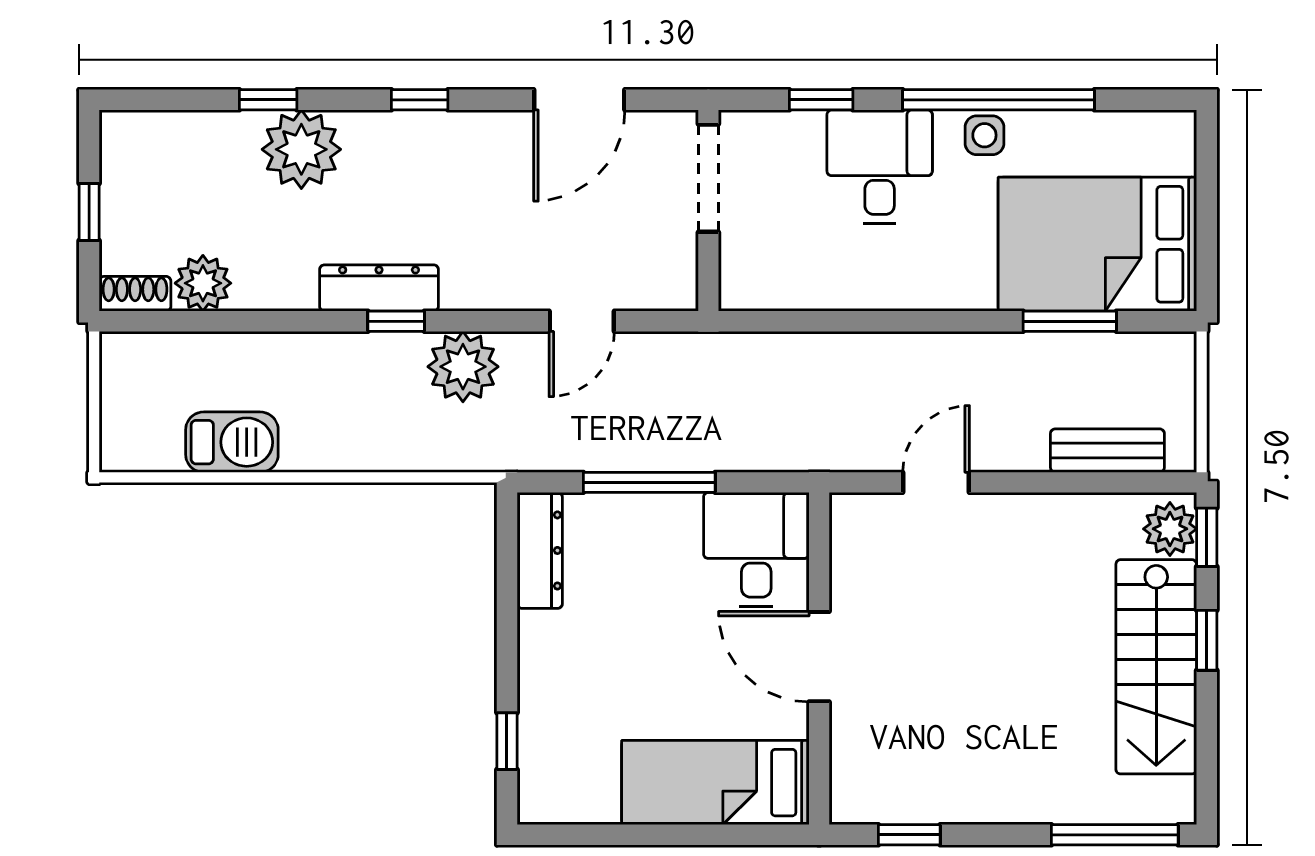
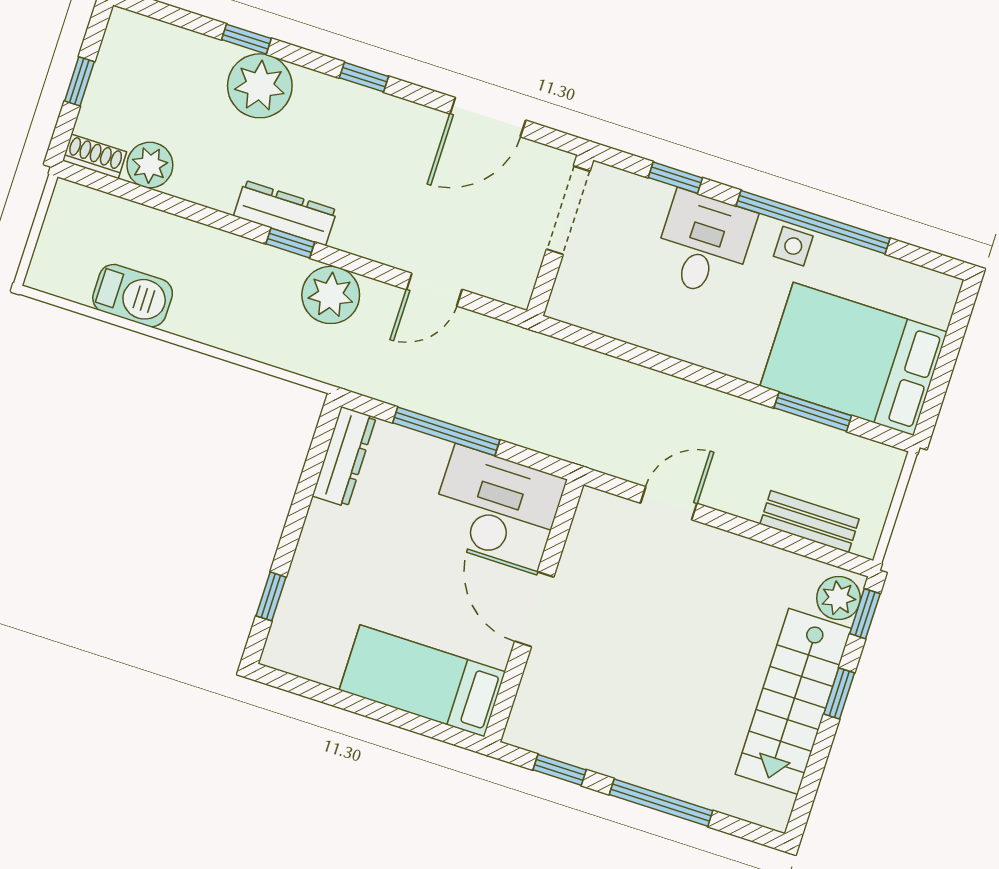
desk: (756, 549) -> (497, 505), width x1.37
window: (1115, 835) -> (661, 803), moved

